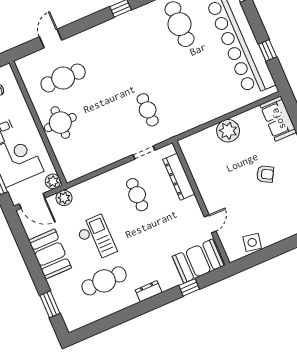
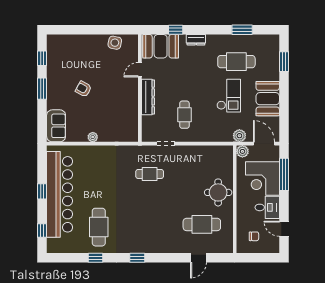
window: (268, 50) -> (42, 191), moved
cafe table: (148, 110) -> (150, 174), turned 90
plant: (228, 131) -> (93, 137), width x0.53, depth x0.53
dresser: (179, 177) -> (148, 97), moved
checkout: (96, 238) -> (229, 96), turned 180
dresser: (149, 291) -> (196, 40), moved
window: (113, 320) -> (242, 30), added

